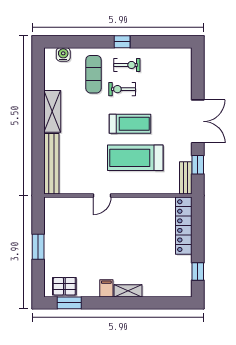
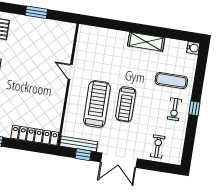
water cooler: (63, 54) -> (193, 48), moved
exercise bike: (122, 89) -> (158, 146), moved
bench: (51, 164) -> (103, 34), removed
bench: (186, 178) -> (79, 144), width x1.36

